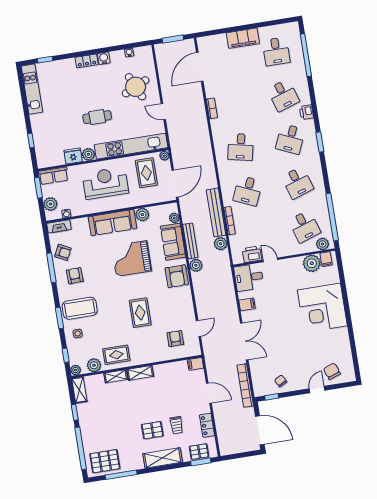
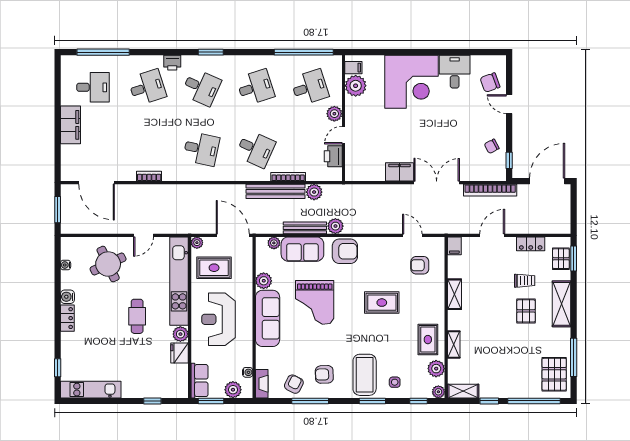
plant: (323, 244) -> (334, 114), moved
desk: (249, 277) -> (455, 72), moved, turned 180
filing cabinet: (247, 304) -> (400, 172), width x2.00
shelving: (140, 373) -> (454, 294), moved

